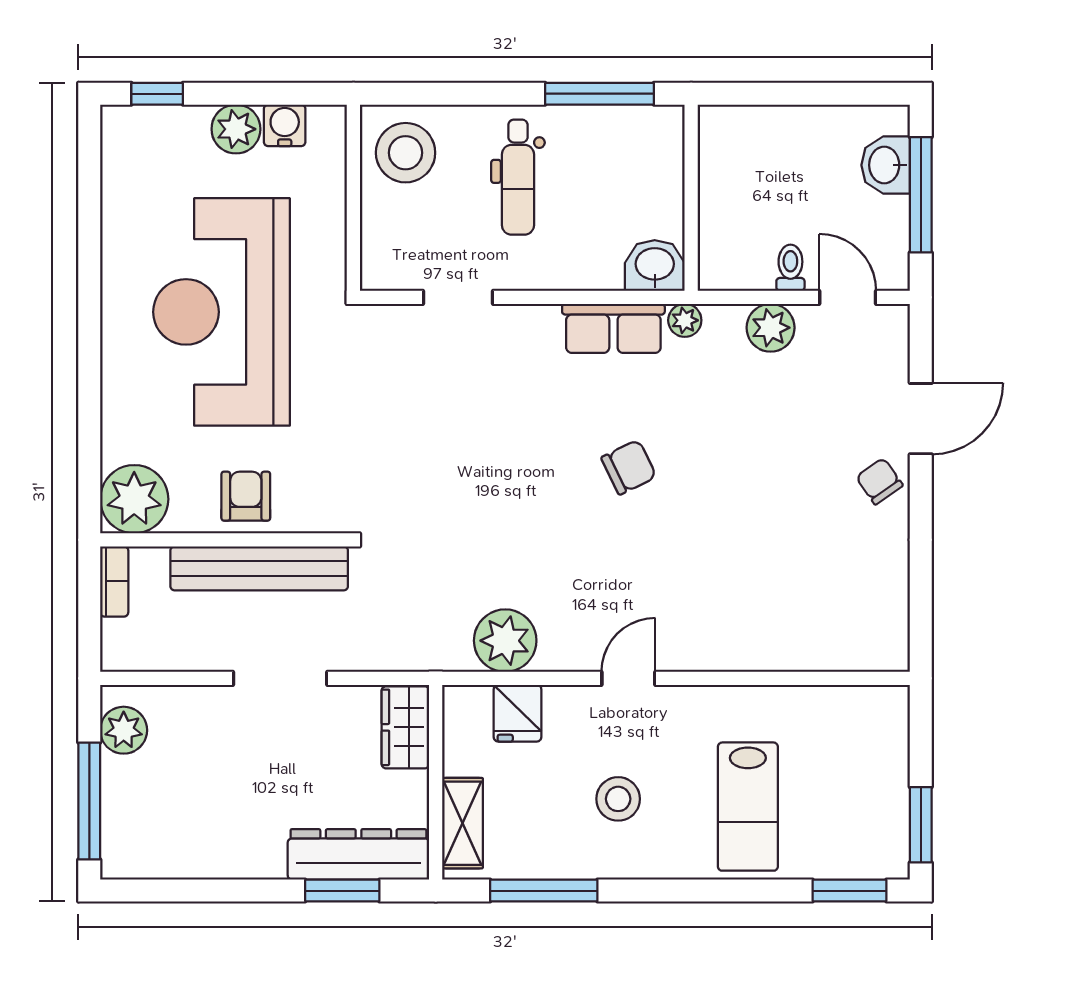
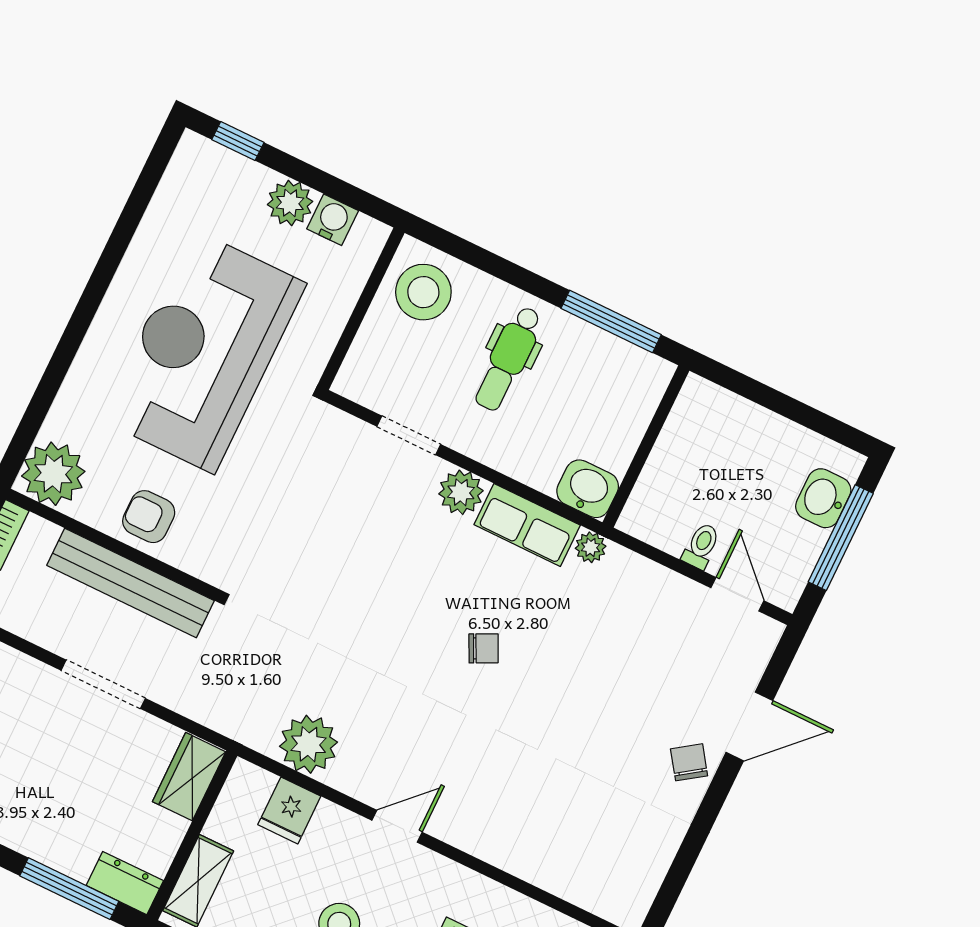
plant: (771, 328) -> (461, 492), moved
chair: (629, 467) -> (484, 648), width x0.73, depth x0.73
armchair: (246, 496) -> (149, 517), turned -90
dresser: (358, 854) -> (125, 883), width x0.51, depth x0.80
window: (342, 891) -> (69, 889), width x1.44

